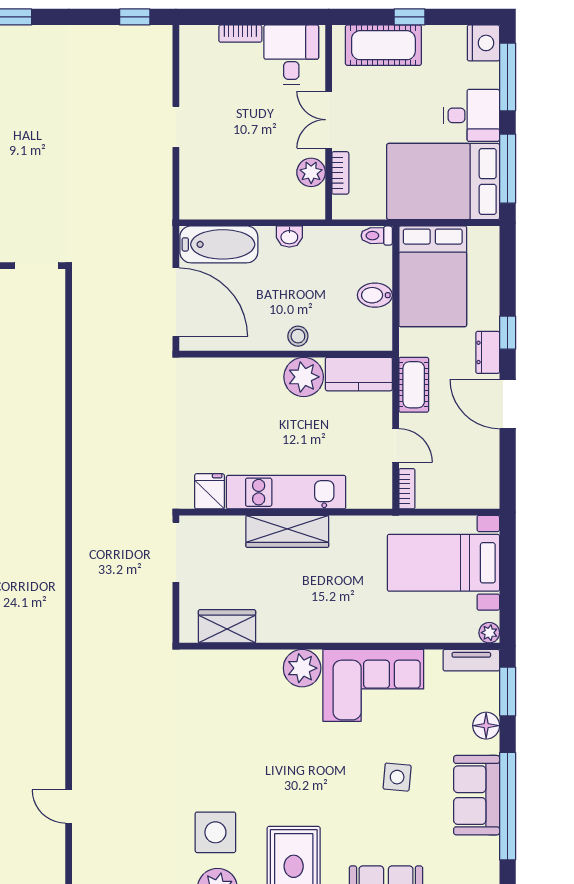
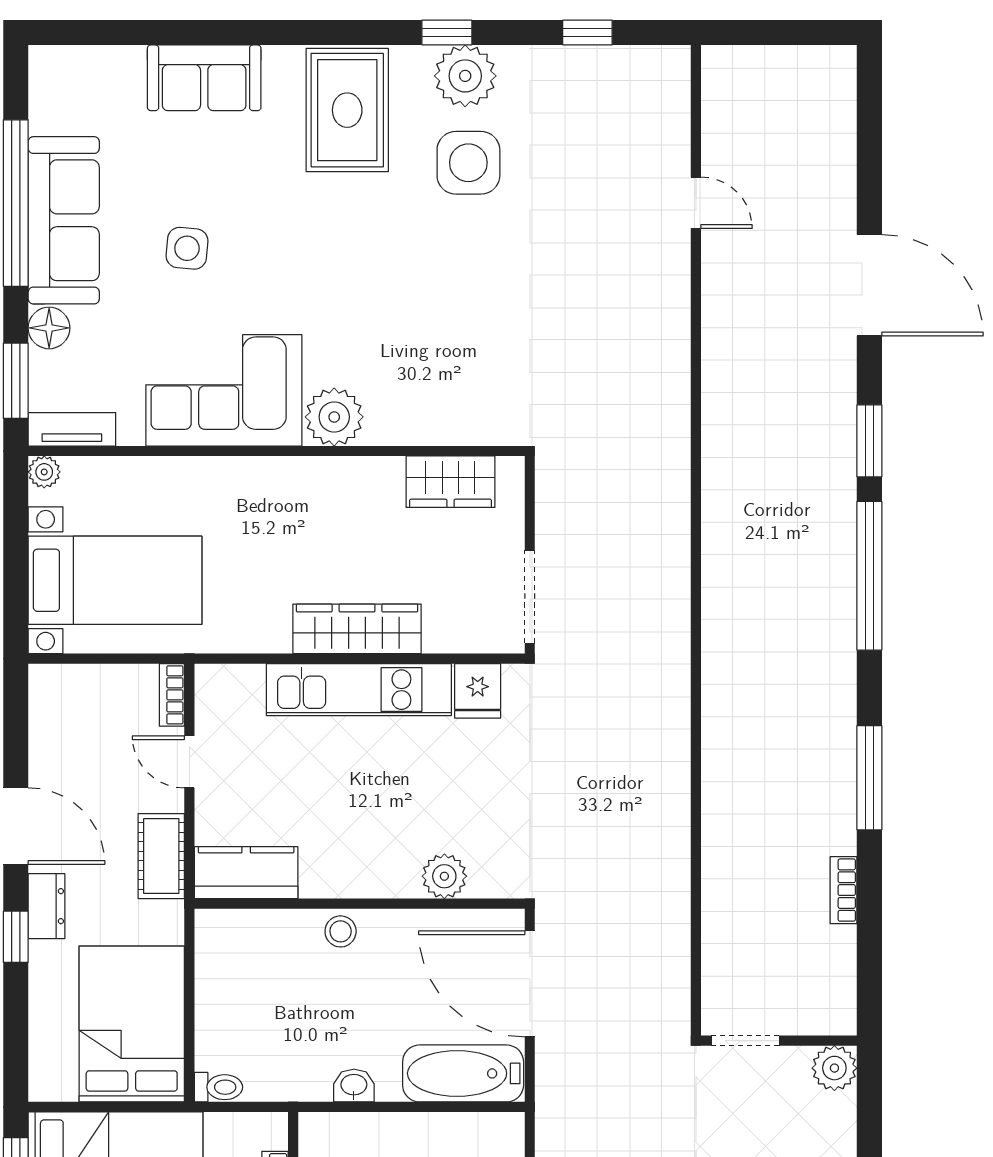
bidet: (375, 295) -> (221, 995), removed
plant: (304, 377) -> (444, 876), moved, width x0.73, depth x0.73
sofa: (477, 795) -> (64, 220), width x1.36

